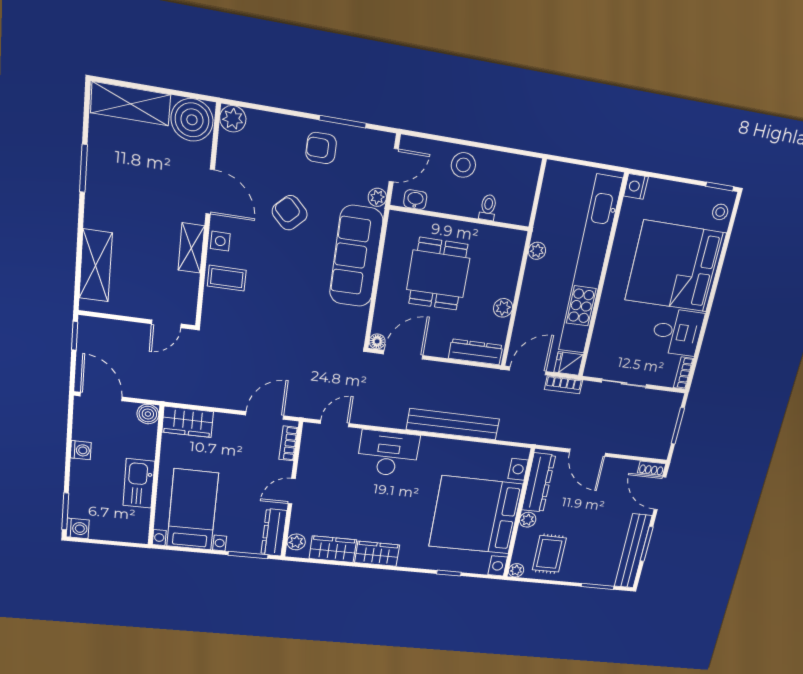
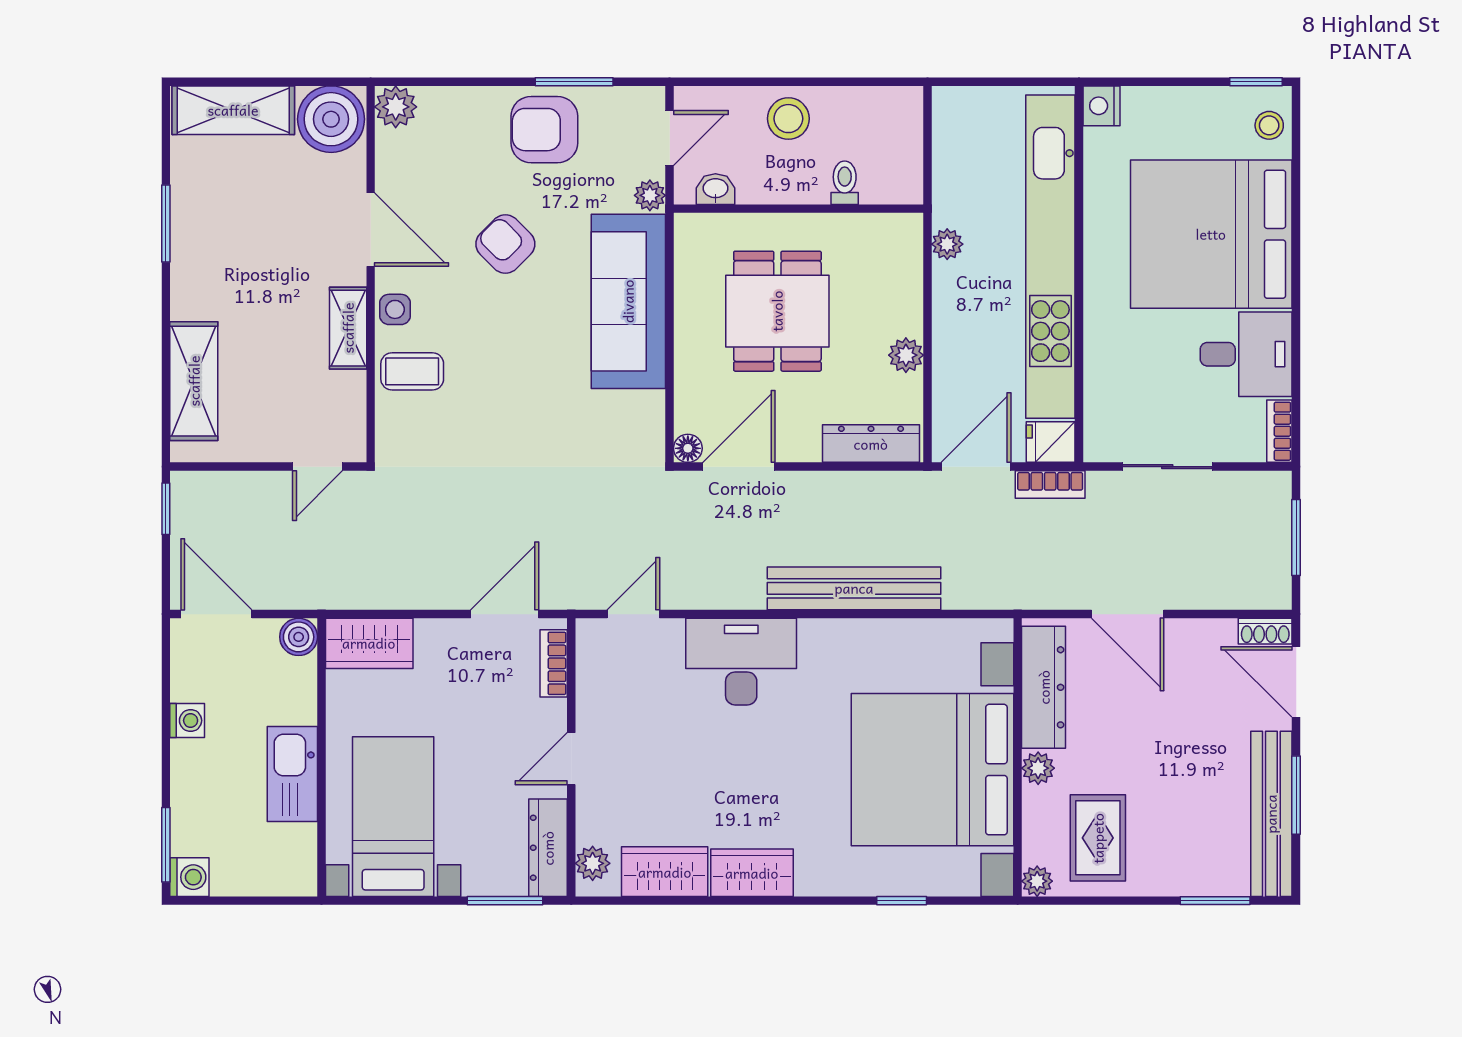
armchair: (321, 148) -> (544, 130), width x1.38, depth x1.38

